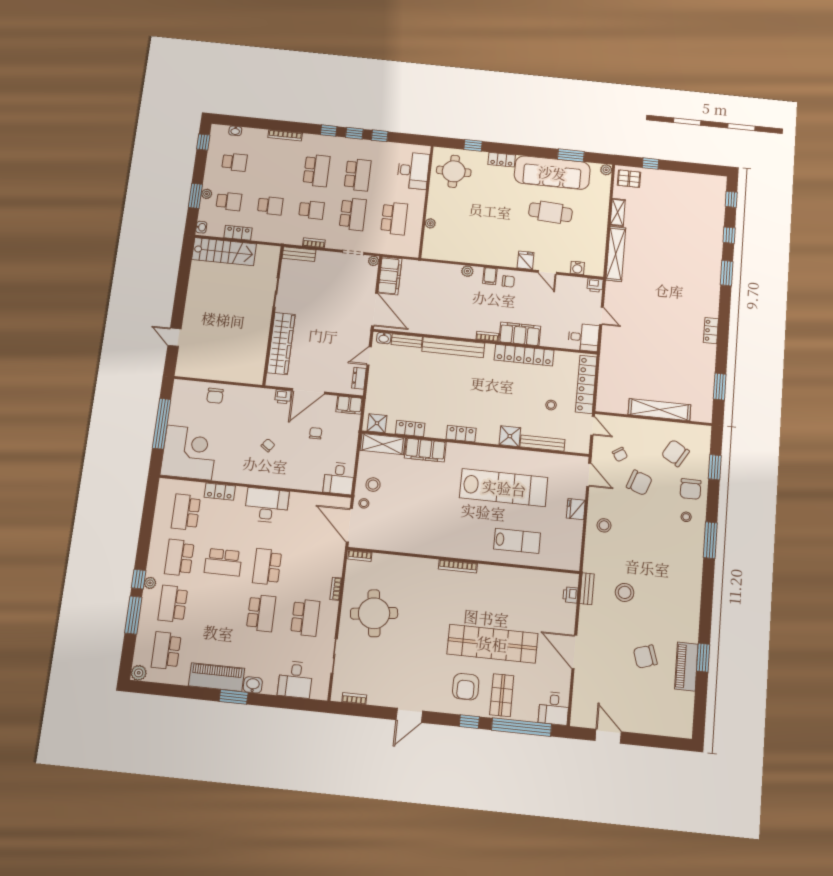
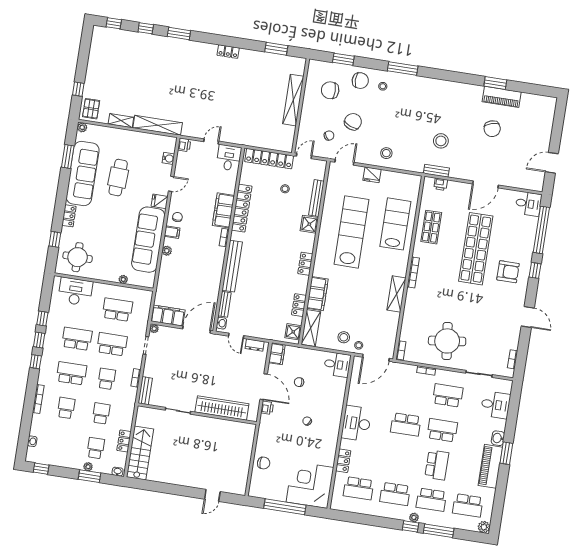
school desk: (234, 162) -> (66, 408), moved
sofa: (479, 249) -> (148, 240), added
chair: (675, 453) -> (330, 90), turned 59
lab bench: (517, 541) -> (395, 224), width x1.36, depth x1.39
shelving: (430, 547) -> (396, 294), added
school desk: (223, 562) -> (437, 465), moved
shop shelf: (502, 695) -> (431, 227), moved, turned 90

